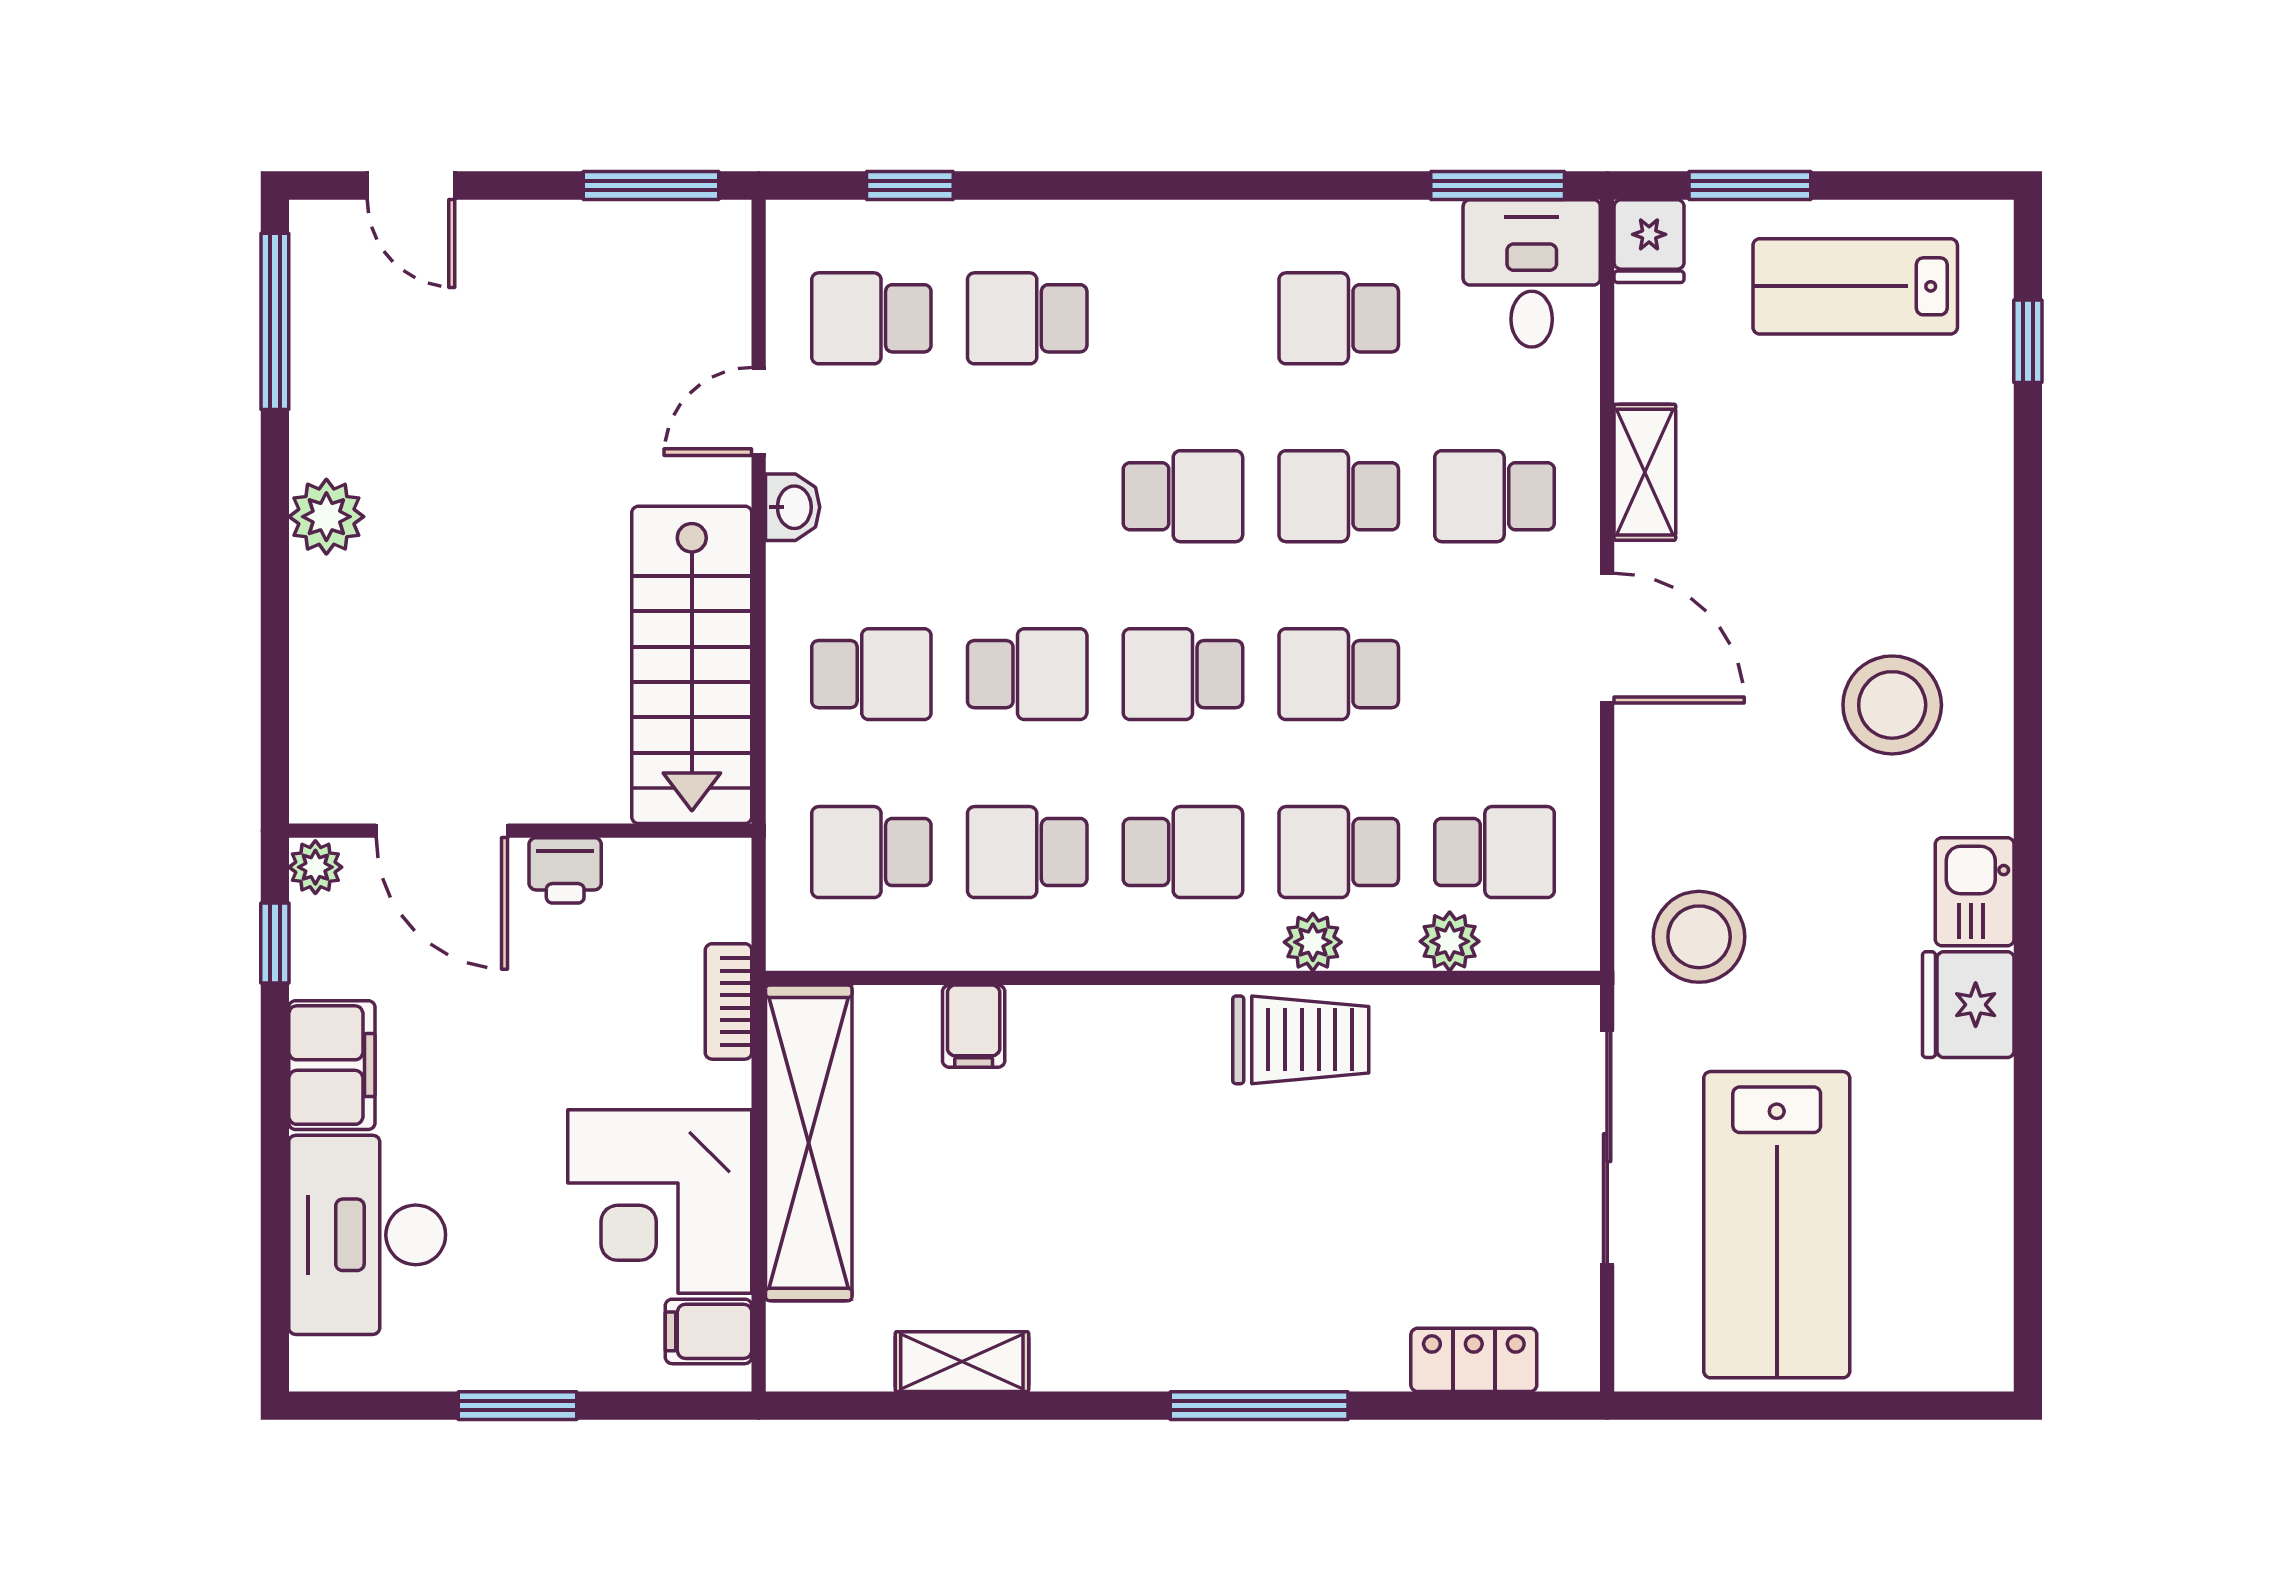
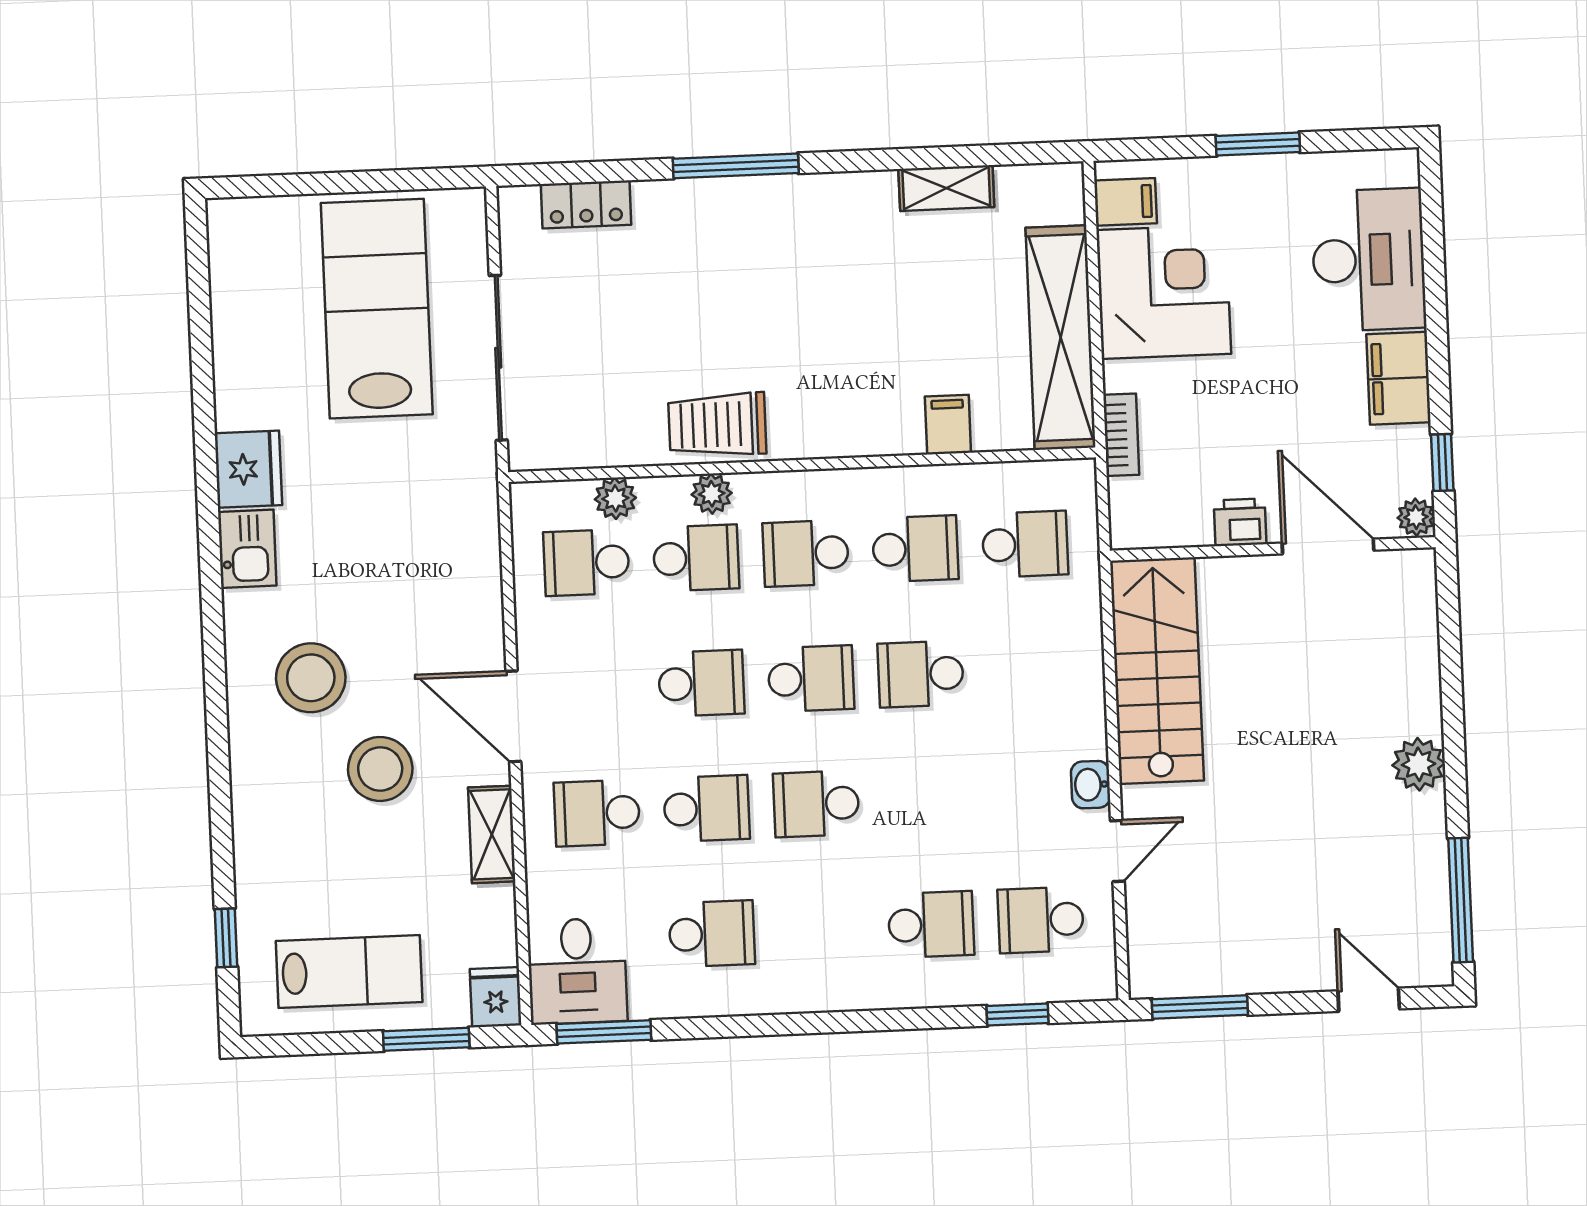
school desk: (871, 318) -> (1041, 920), turned 180
school desk: (1494, 496) -> (597, 813), turned 180
school desk: (871, 674) -> (1030, 669), removed
stool: (1699, 937) -> (380, 769), moved

